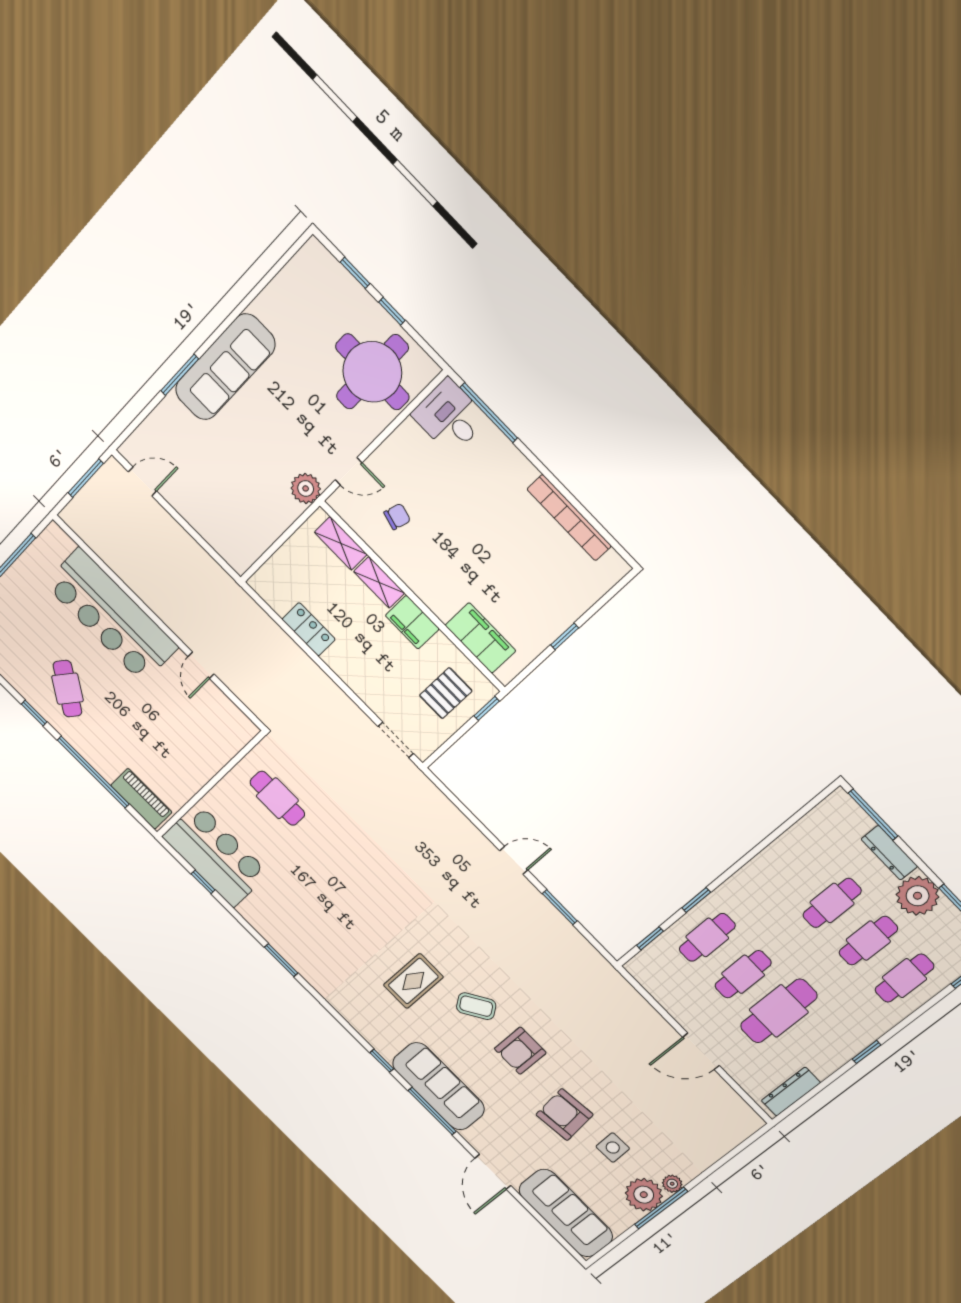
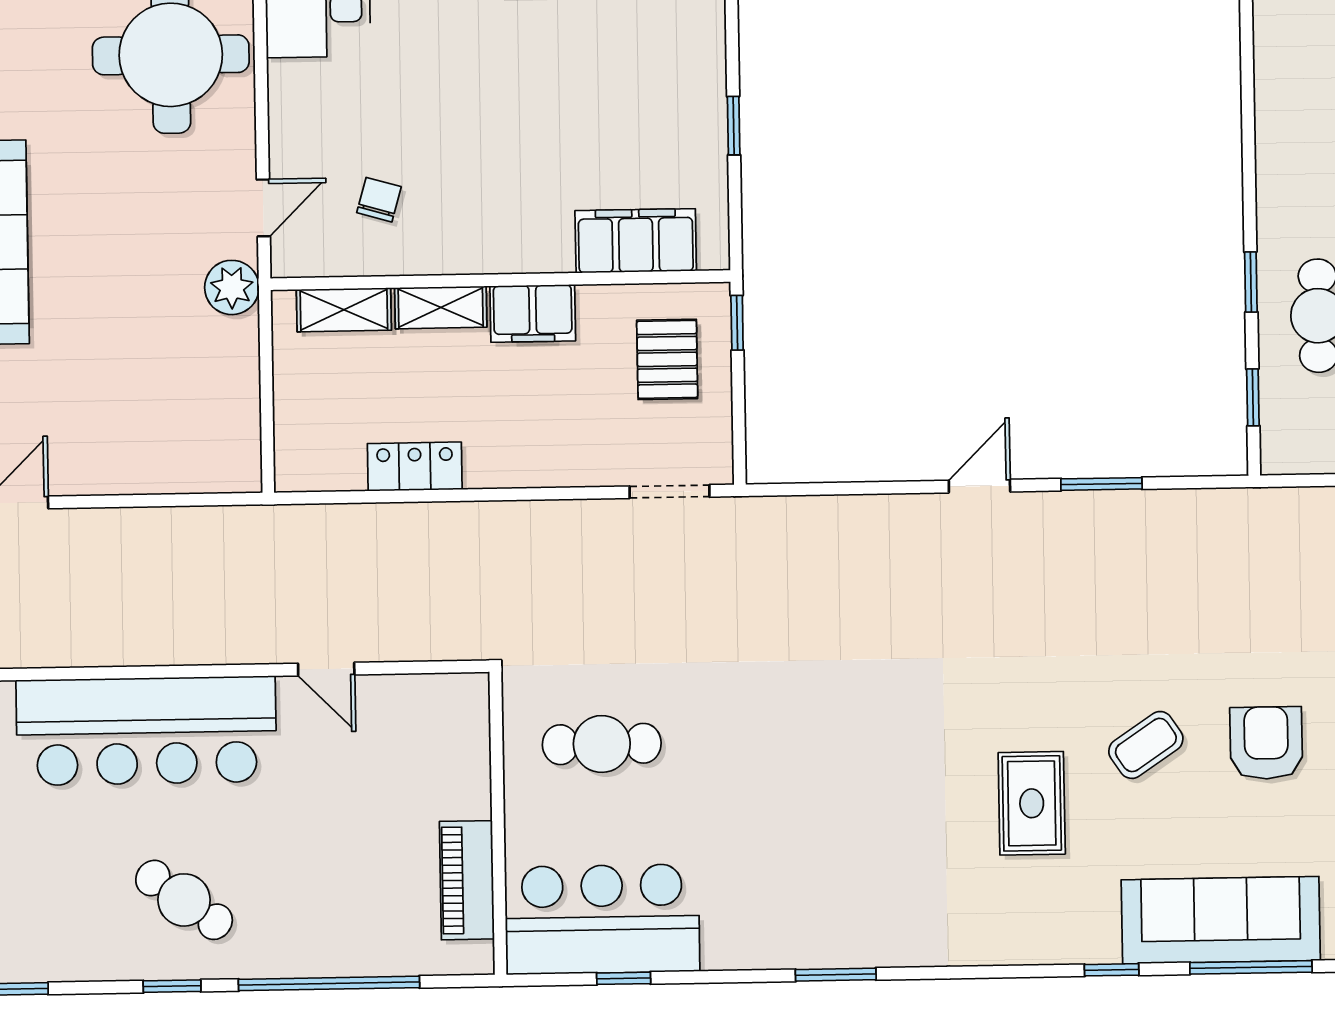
piano: (141, 799) -> (467, 880), moved, turned -90
armchair: (520, 1051) -> (1266, 743), turned 180

